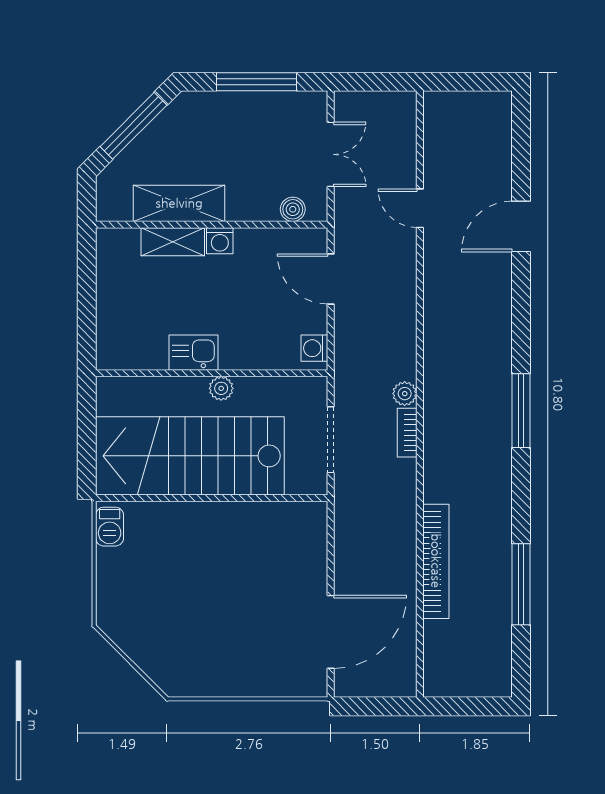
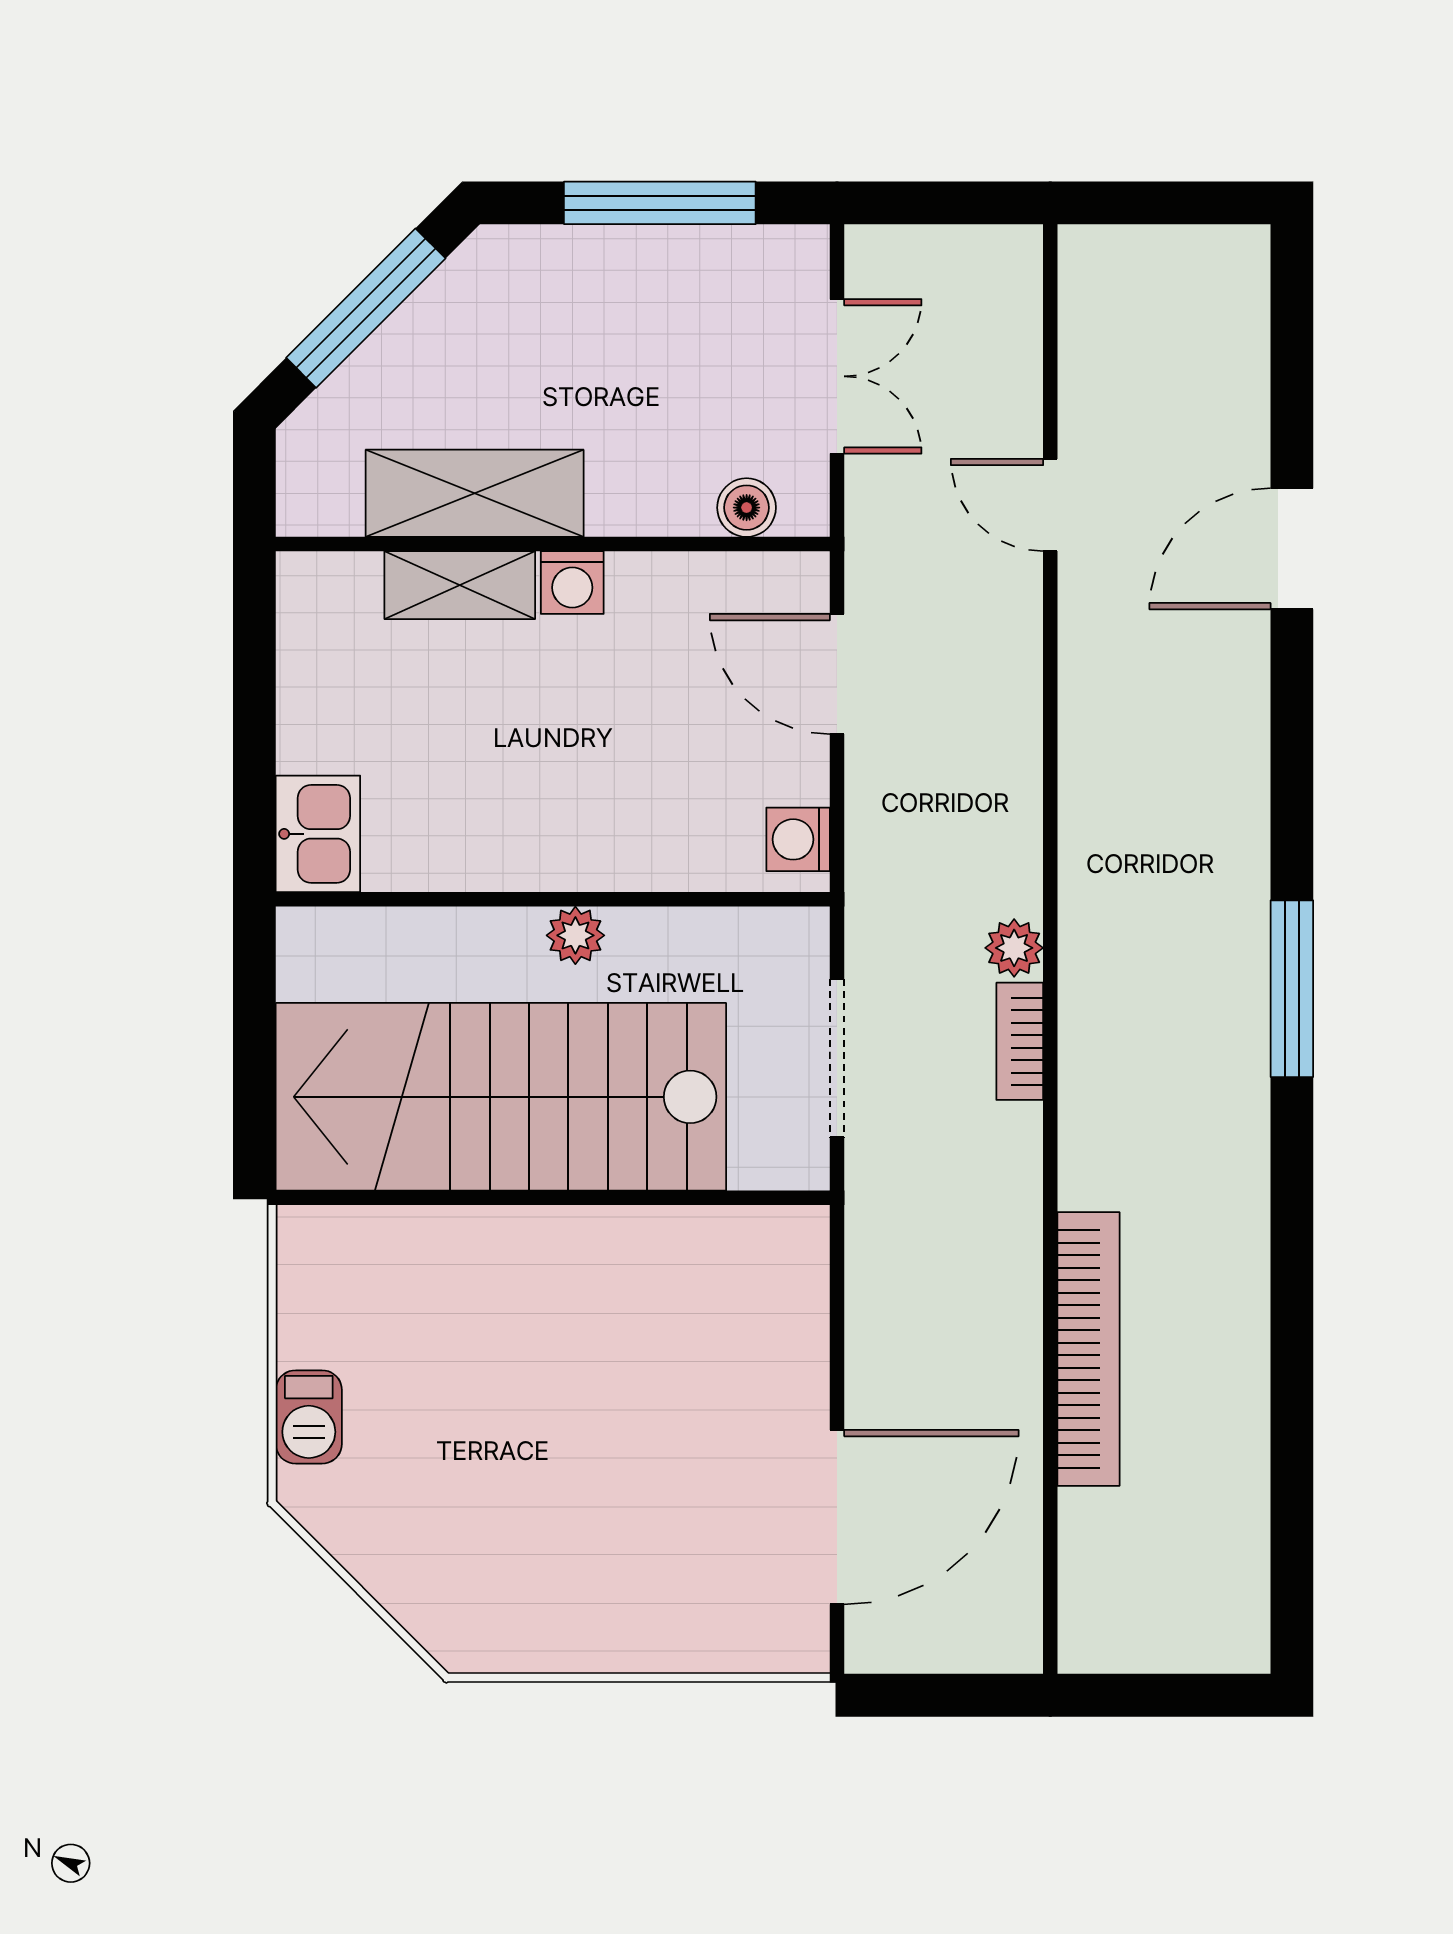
kitchen sink: (194, 353) -> (318, 834), moved, turned 90
barbecue: (110, 527) -> (309, 1417), moved
window: (521, 584) -> (1292, 1404), removed

